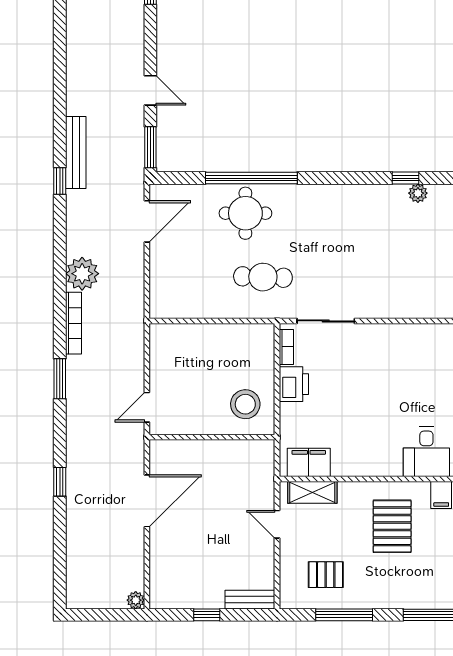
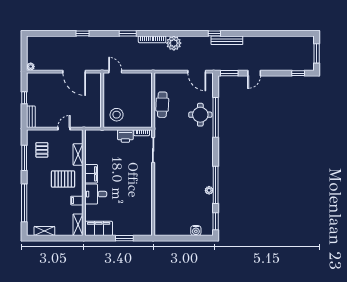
window: (405, 178) -> (216, 185), width x3.17
cafe table: (263, 277) -> (162, 105), moved
filing cabinet: (309, 462) -> (91, 174), moved
shelving: (312, 492) -> (78, 155), moved

